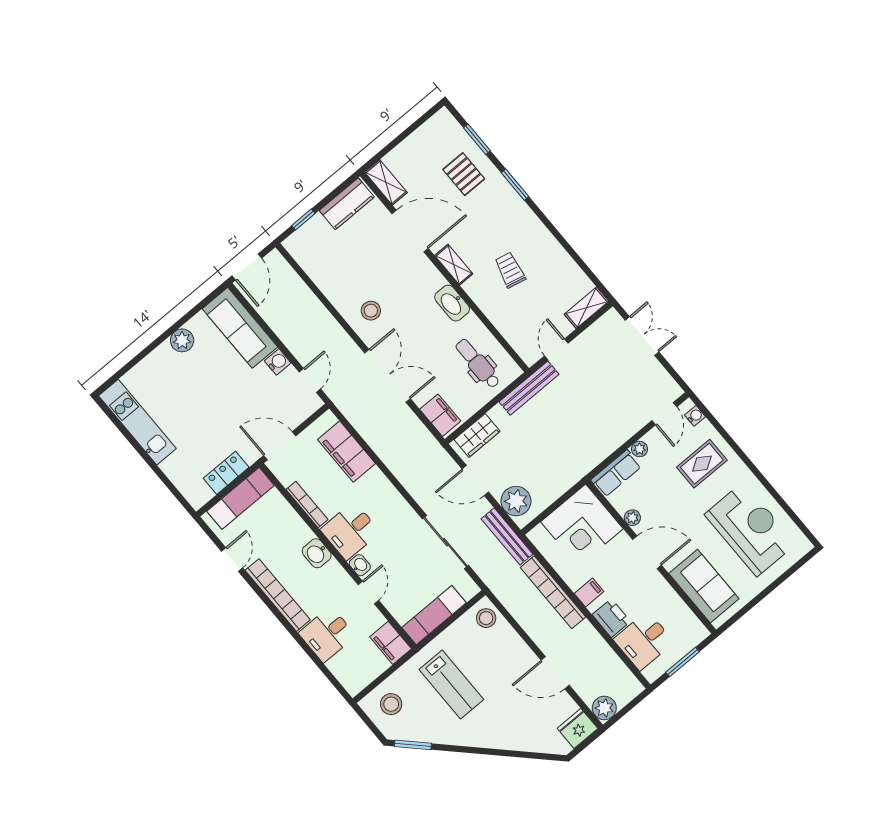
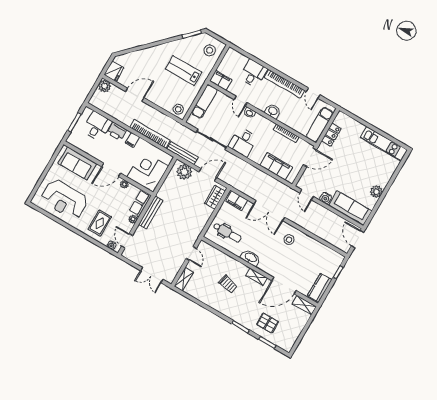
bench: (529, 388) -> (151, 212), moved
desk: (350, 531) -> (243, 142), moved, turned 180

